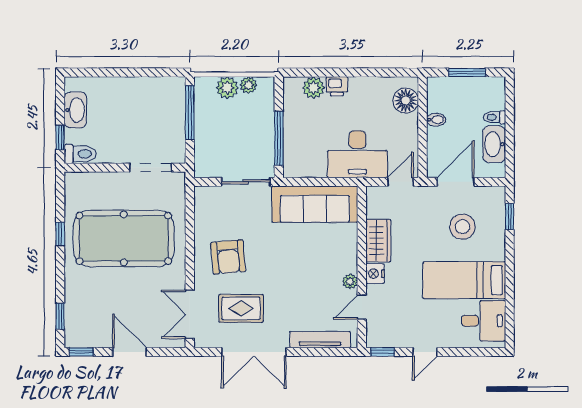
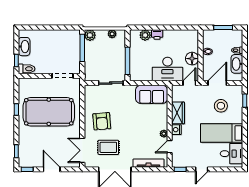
plant: (227, 88) -> (90, 35), moved
floor lamp: (406, 100) -> (192, 59), moved
sofa: (315, 204) -> (152, 94), width x0.73

